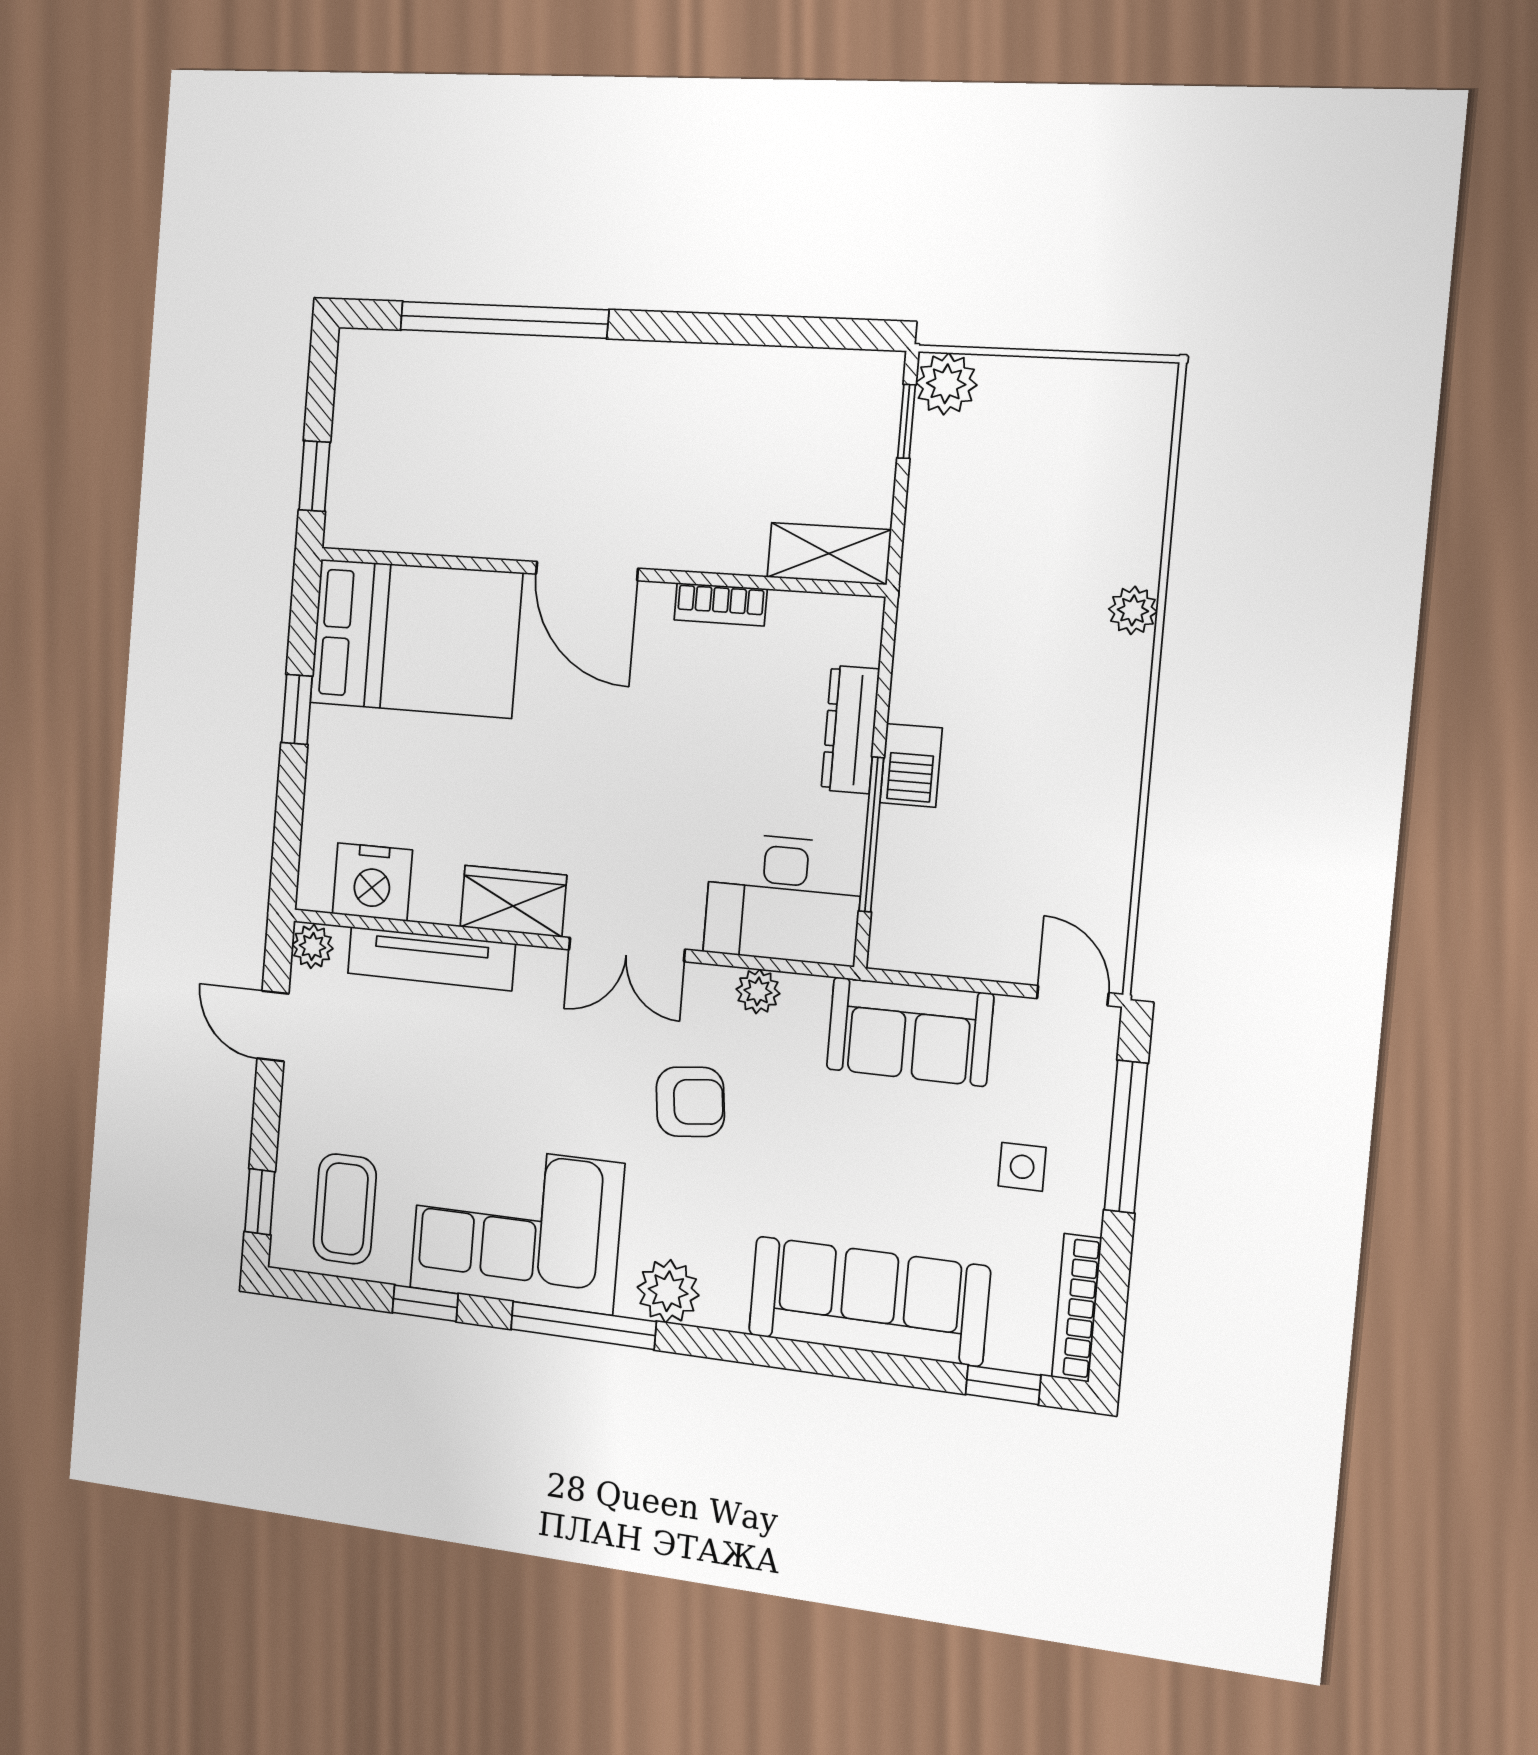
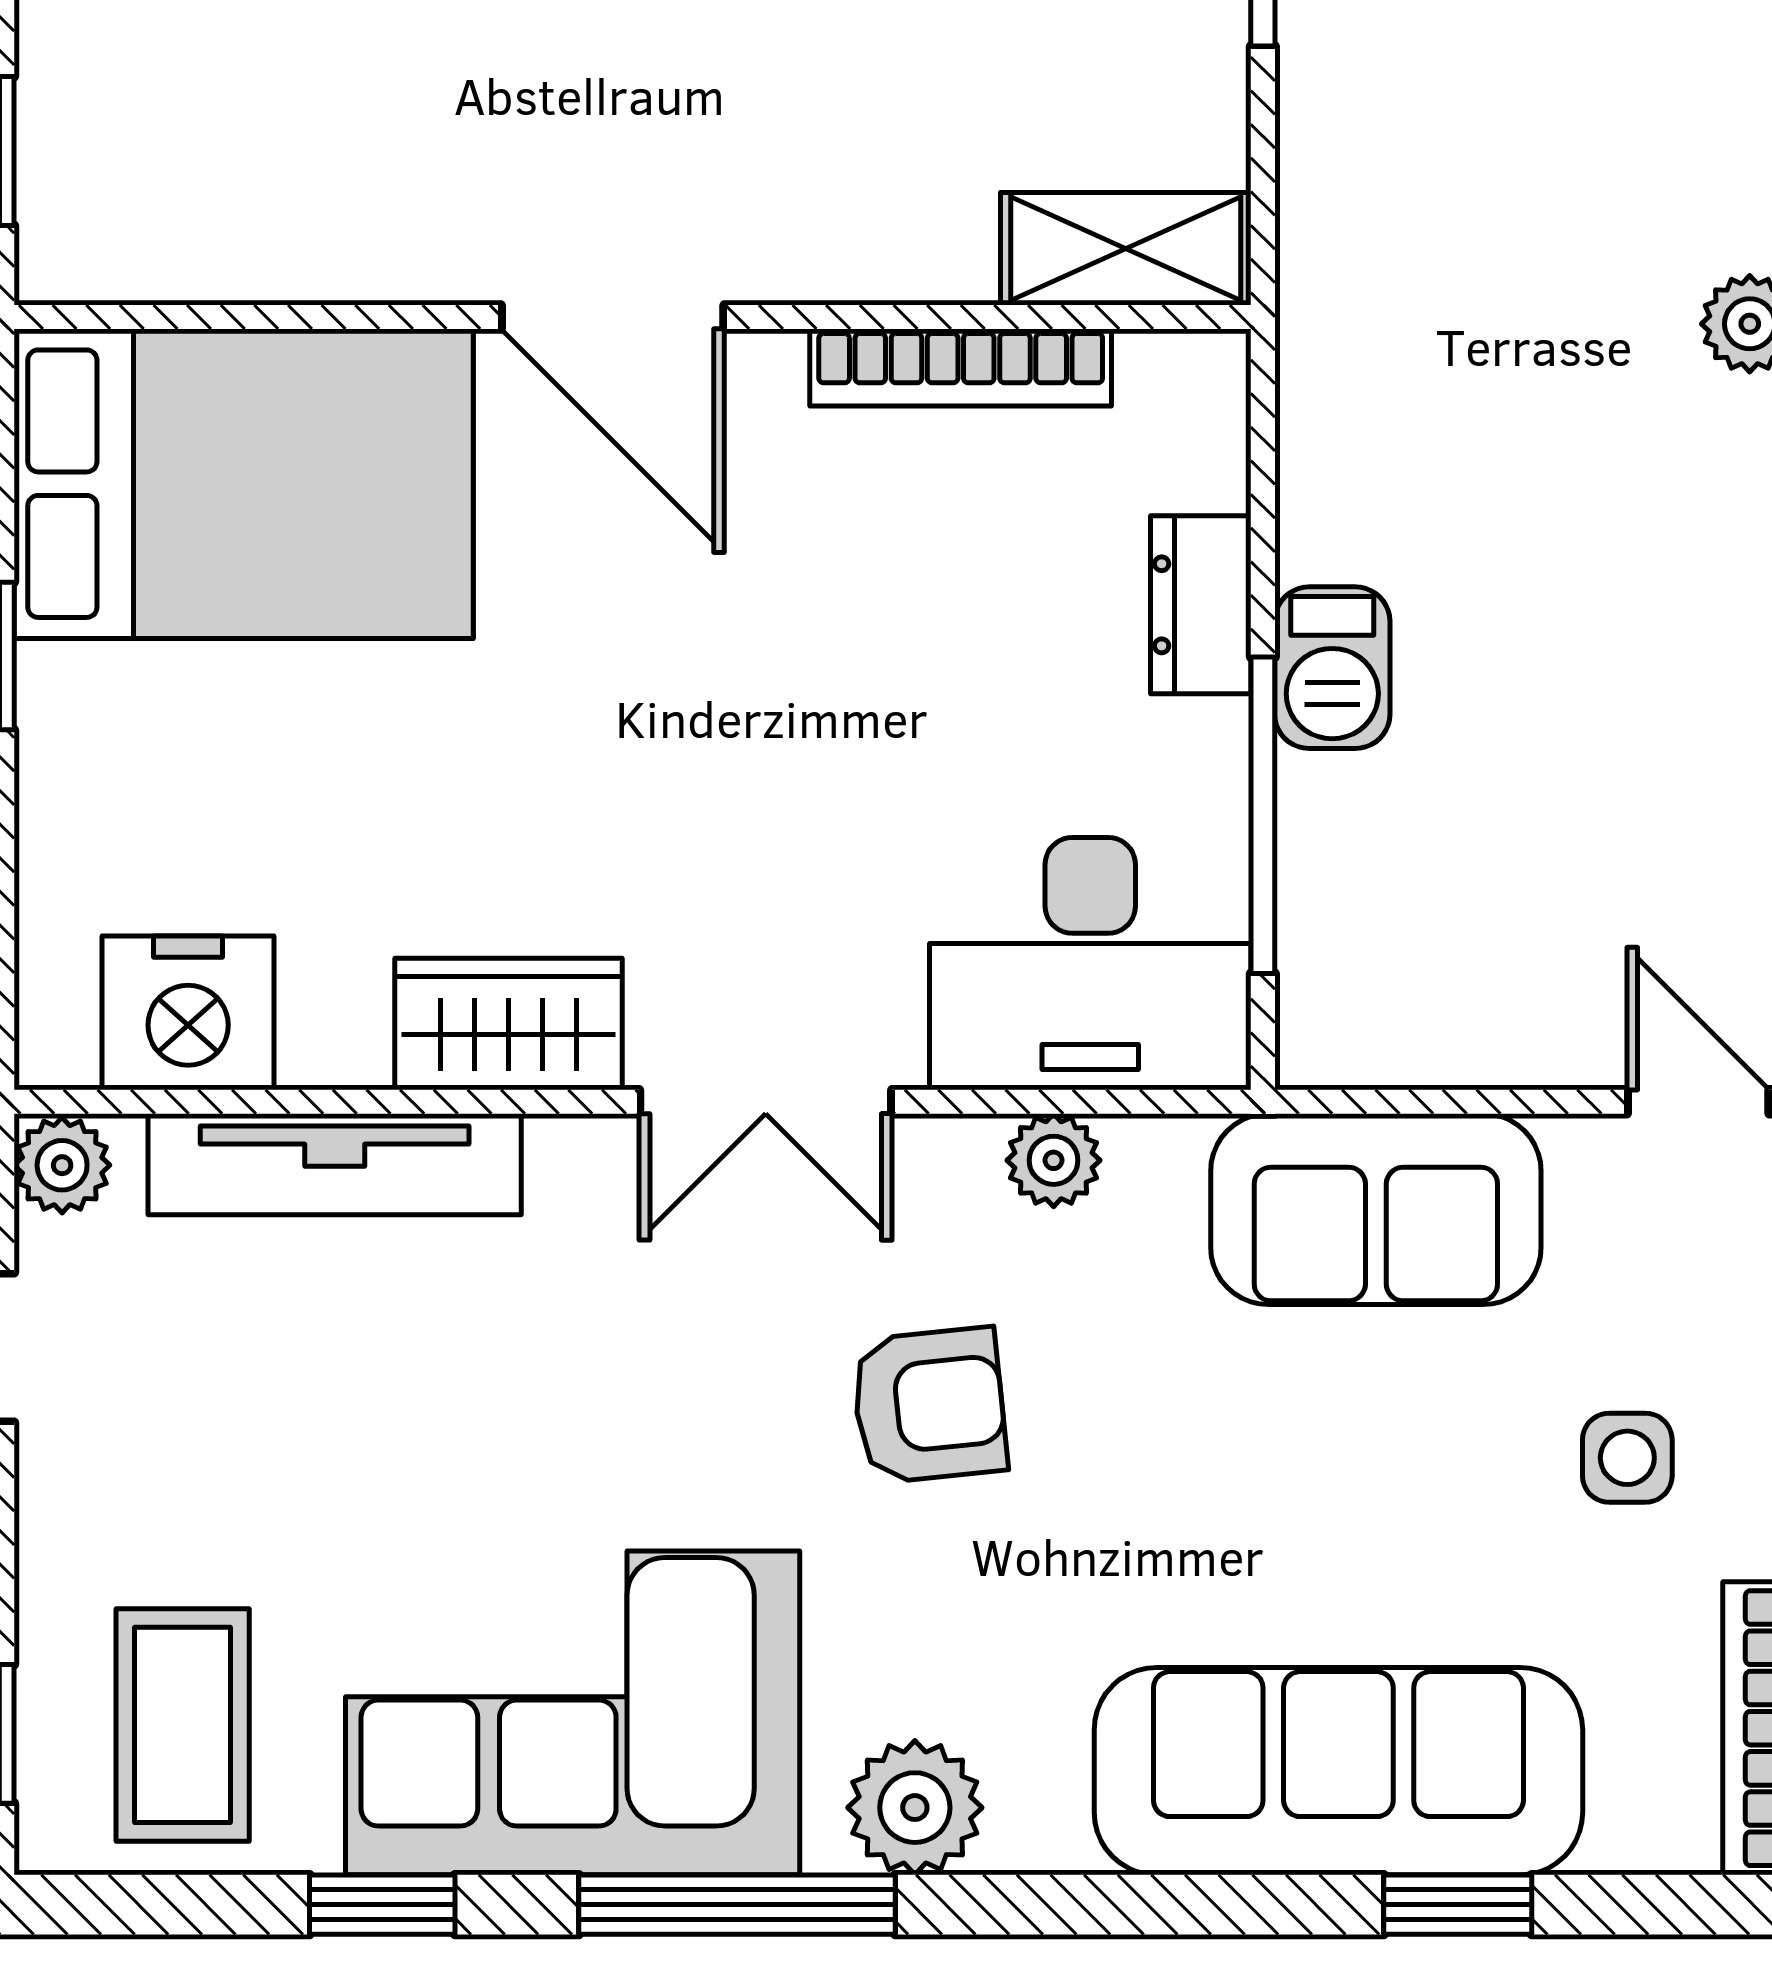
bookcase: (720, 604) -> (961, 367), width x1.56
dresser: (850, 730) -> (1201, 605), width x0.70
window: (1003, 1385) -> (1458, 1905), moved

